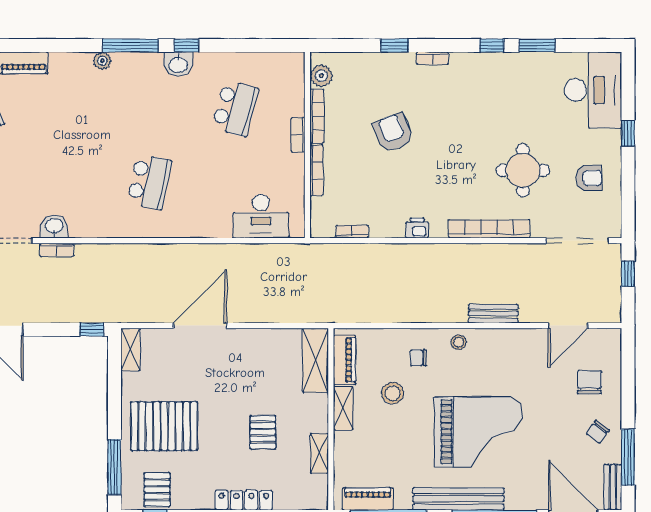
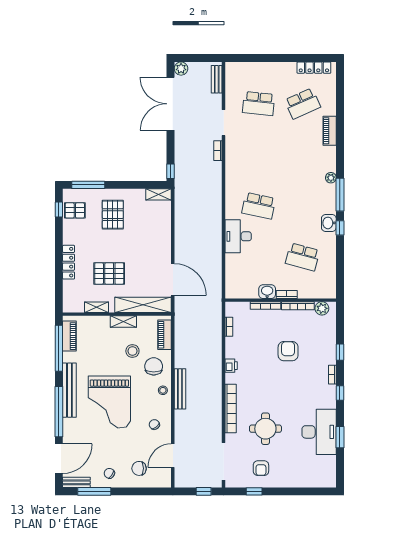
window: (492, 45) -> (340, 393), moved
desk: (593, 90) -> (319, 432), moved, turned -90
armchair: (393, 133) -> (288, 351), turned -68
window: (628, 133) -> (254, 491), moved
desk: (261, 216) -> (238, 236), moved
washbasin: (54, 226) -> (267, 292), moved, turned -90
bench: (493, 314) -> (180, 389), moved, width x1.36
door: (200, 326) -> (173, 279), moved
door: (568, 326) -> (173, 456), hinge flipped
chair: (516, 357) -> (154, 424), added
chair: (418, 358) -> (154, 366), width x1.87, depth x1.87
shelving: (315, 360) -> (143, 305), width x1.47
piano: (345, 360) -> (165, 335), moved, turned 90
chair: (589, 382) -> (139, 468), turned 180
pallet: (164, 426) -> (113, 215), width x0.73, depth x0.71
pallet: (263, 432) -> (109, 273), width x1.50, depth x1.42

